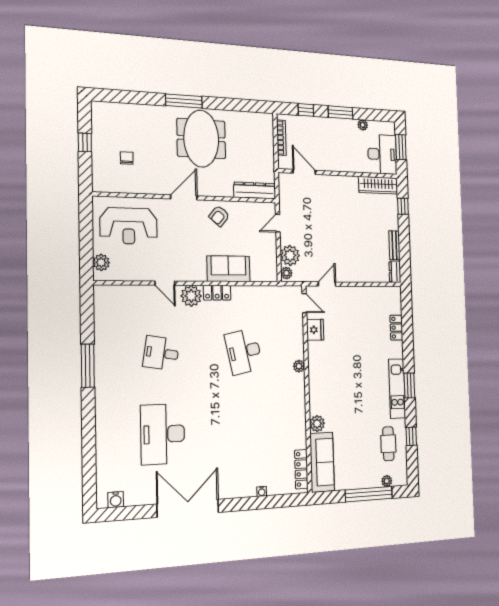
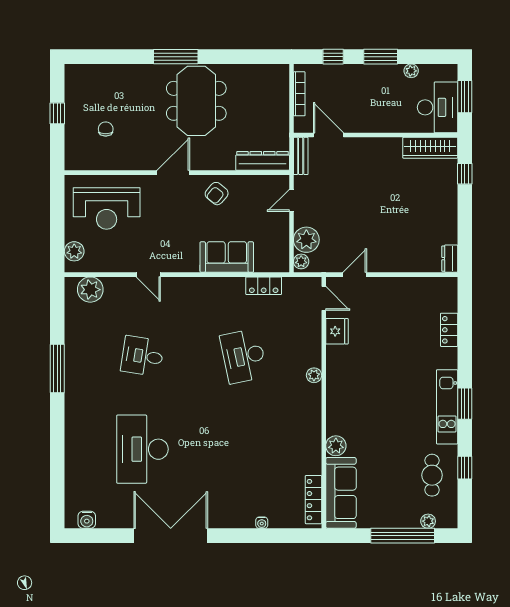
bench: (394, 245) -> (301, 156), moved
locker: (217, 293) -> (264, 286), moved
plant: (191, 296) -> (90, 290), moved

